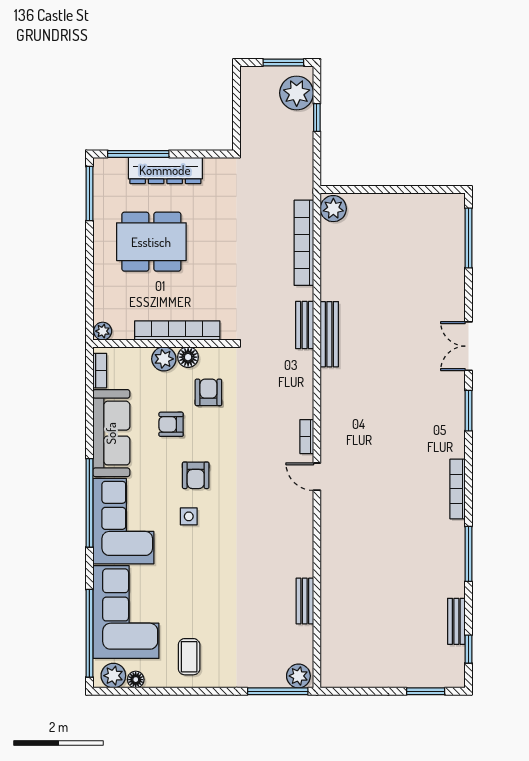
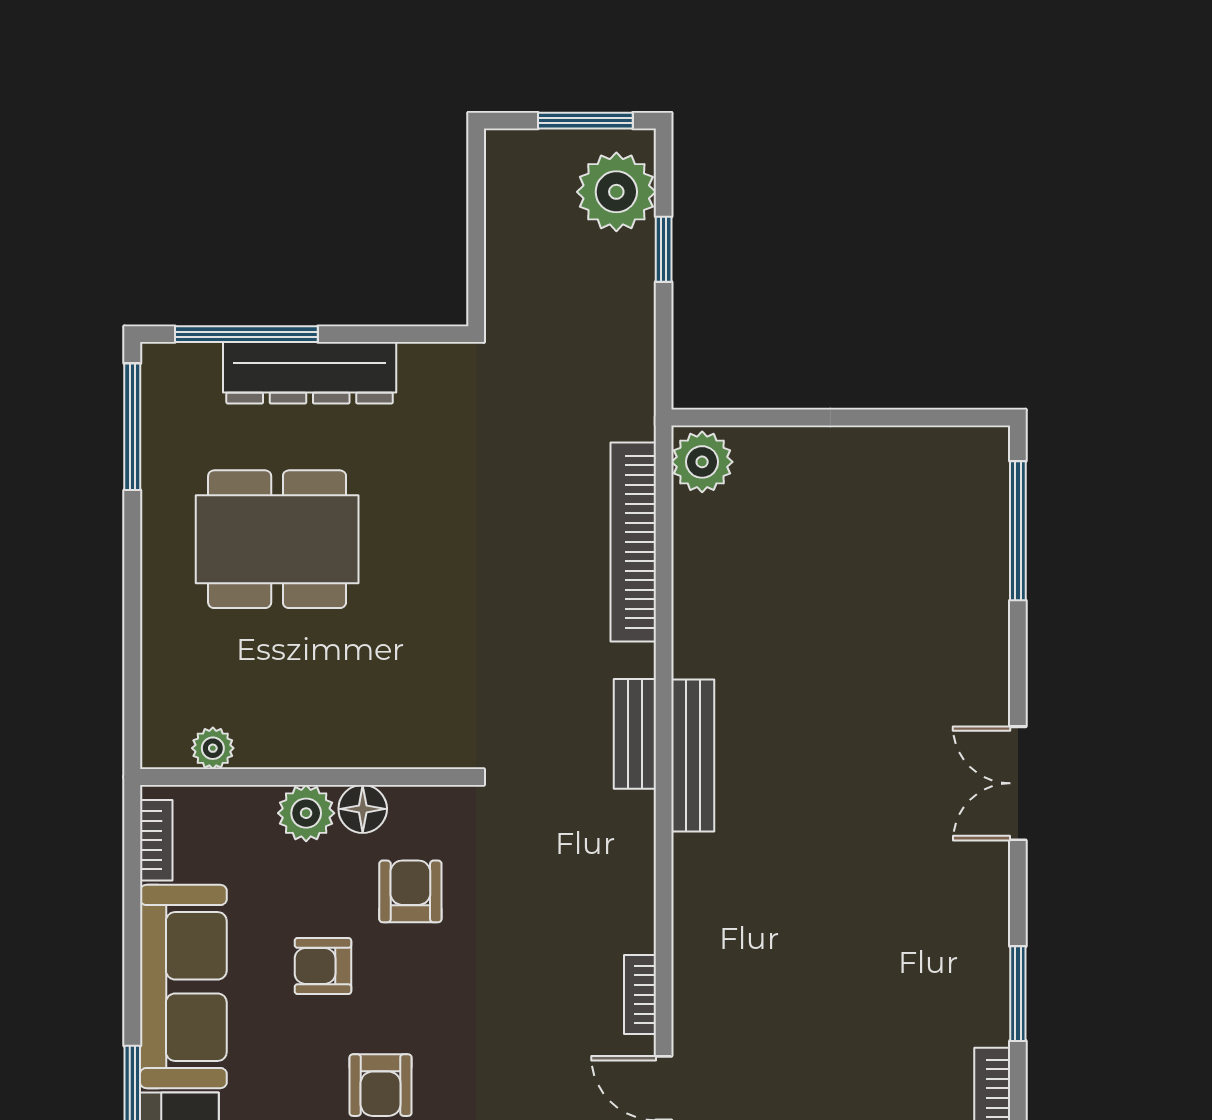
bookcase: (177, 330) -> (337, 747), removed
plant: (103, 331) -> (213, 748), moved
window: (468, 411) -> (1018, 994), moved

